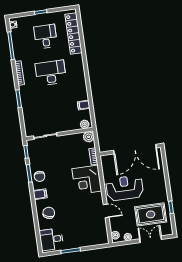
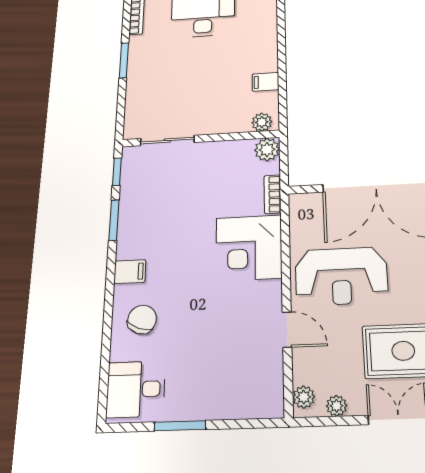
chair: (40, 176) -> (137, 229), removed
reception desk: (125, 188) -> (341, 276), turned 180

